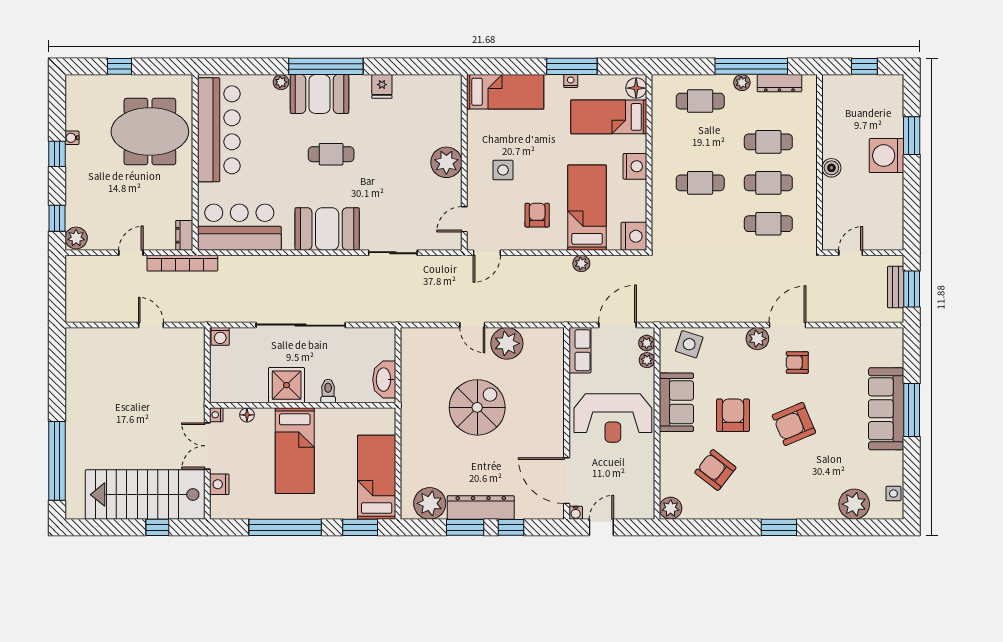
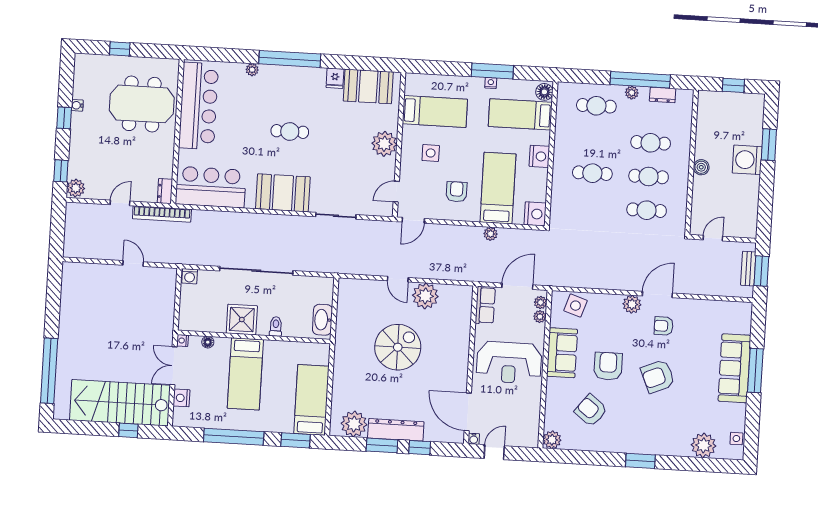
dresser: (779, 83) -> (663, 95), width x0.70
bed: (505, 92) -> (435, 112), moved
booth: (319, 94) -> (368, 86), moved

